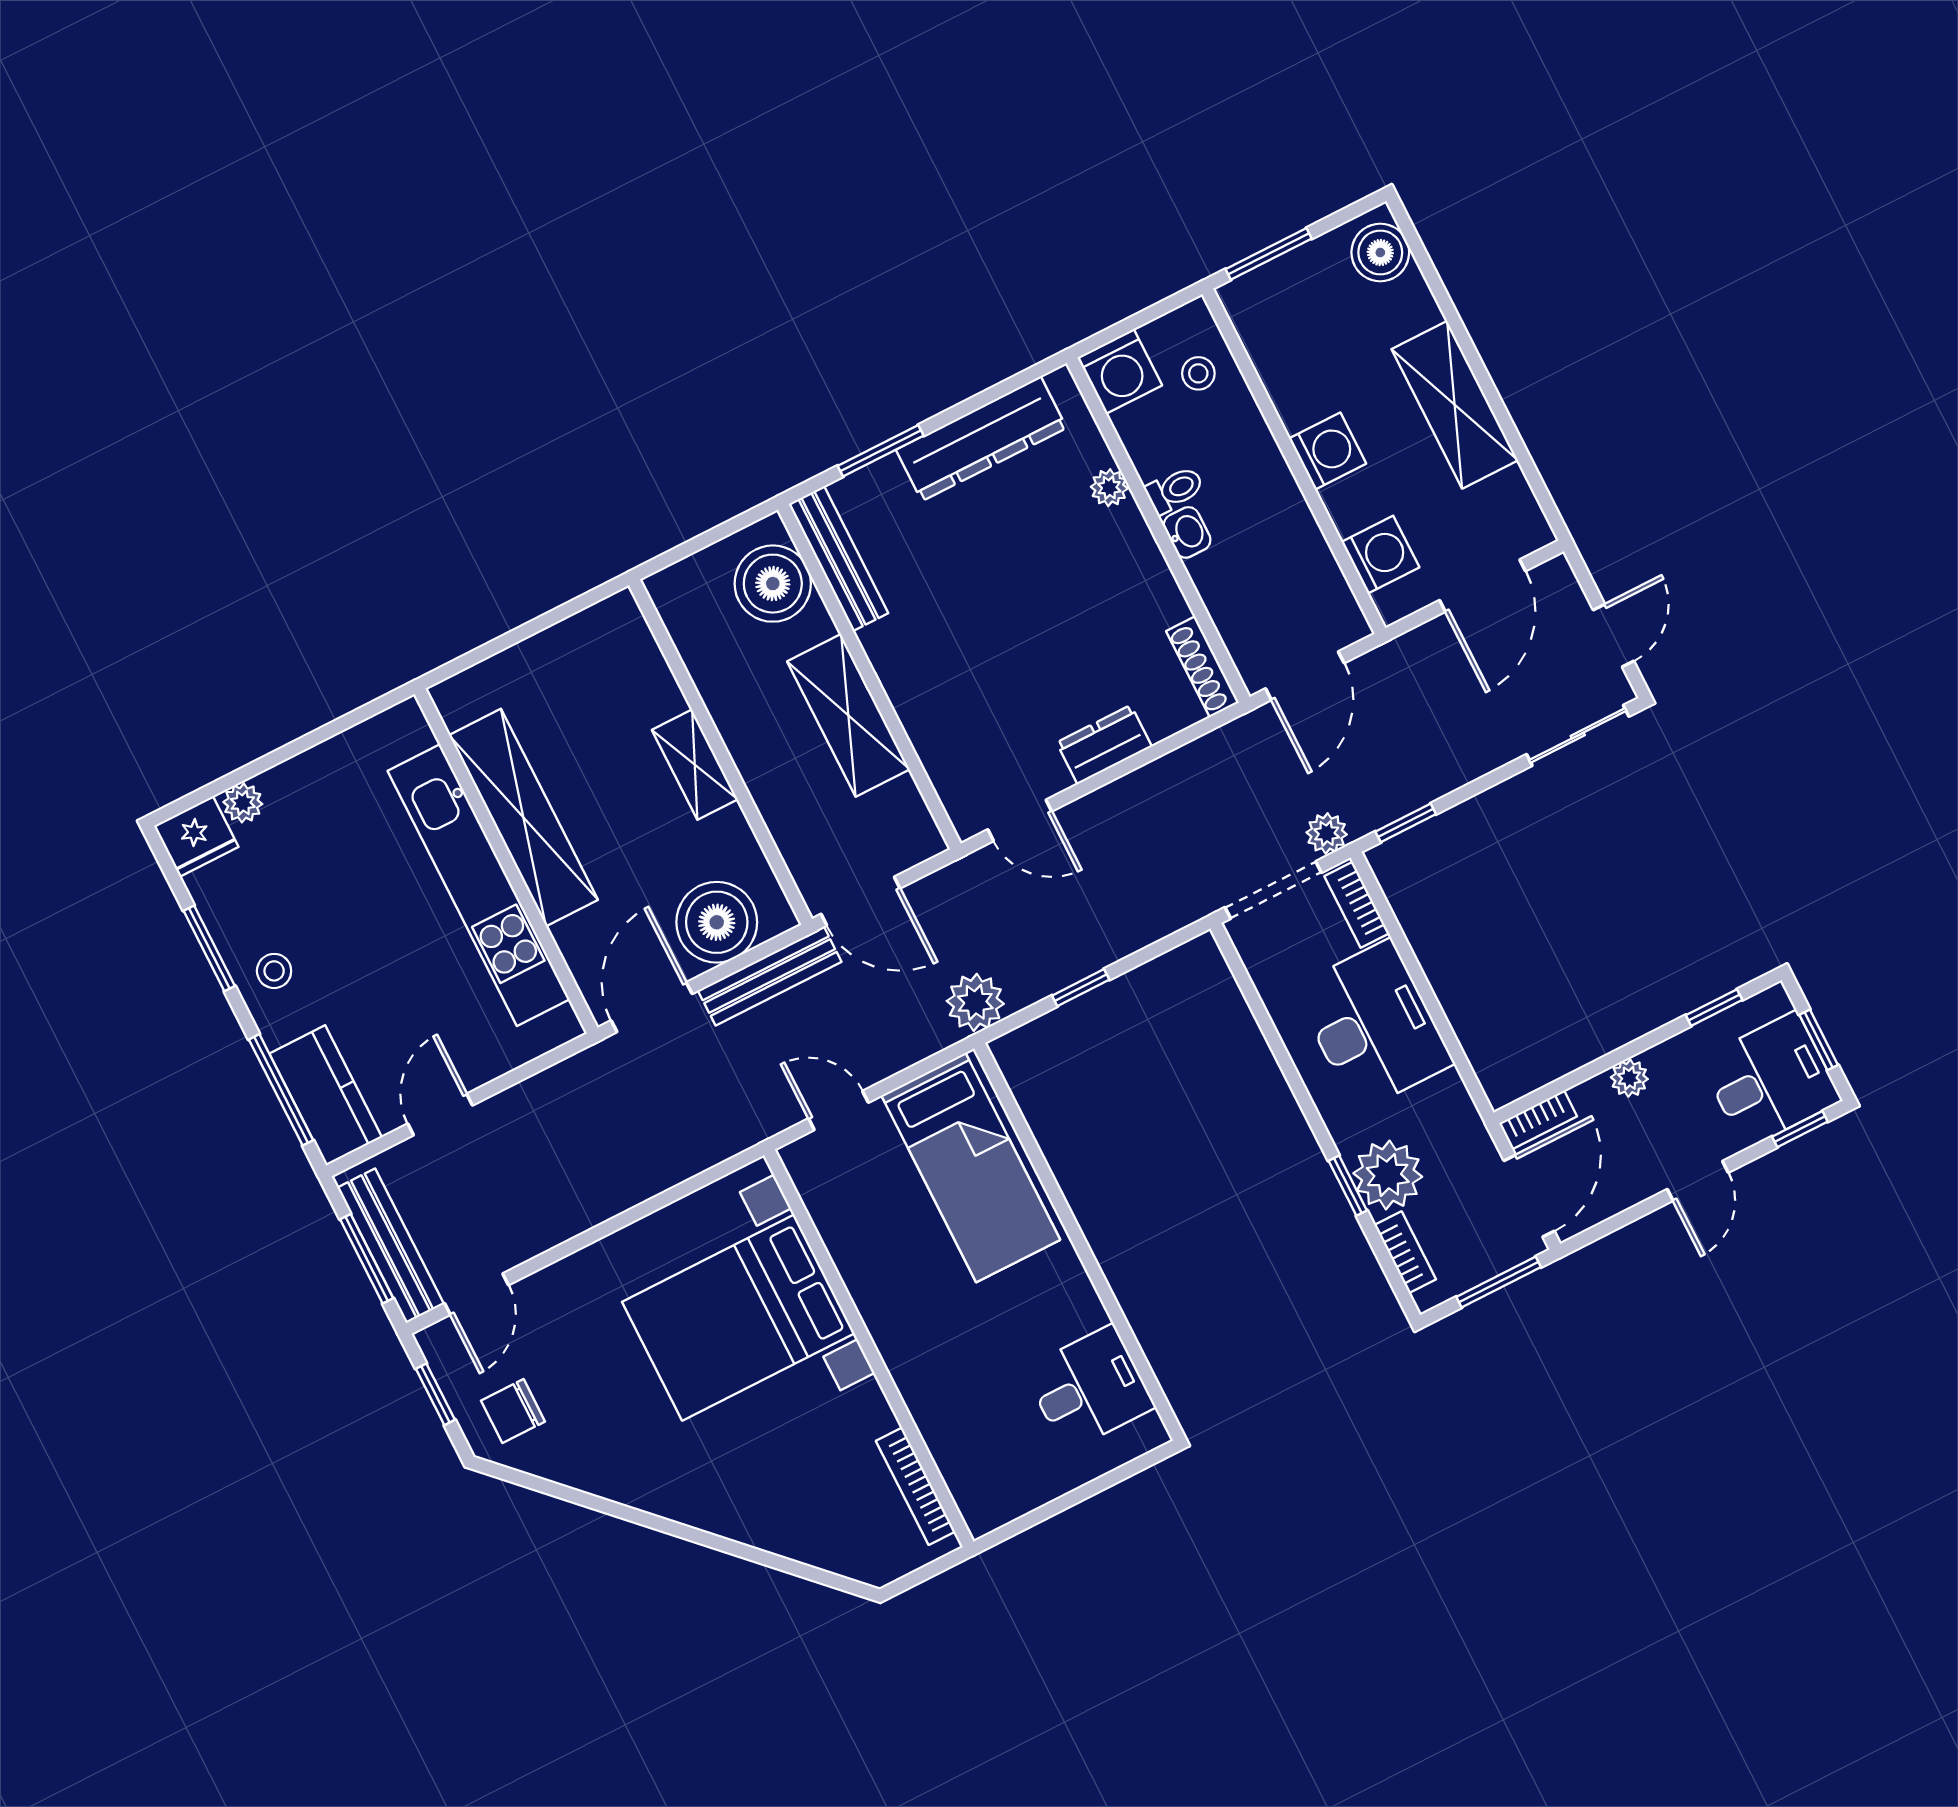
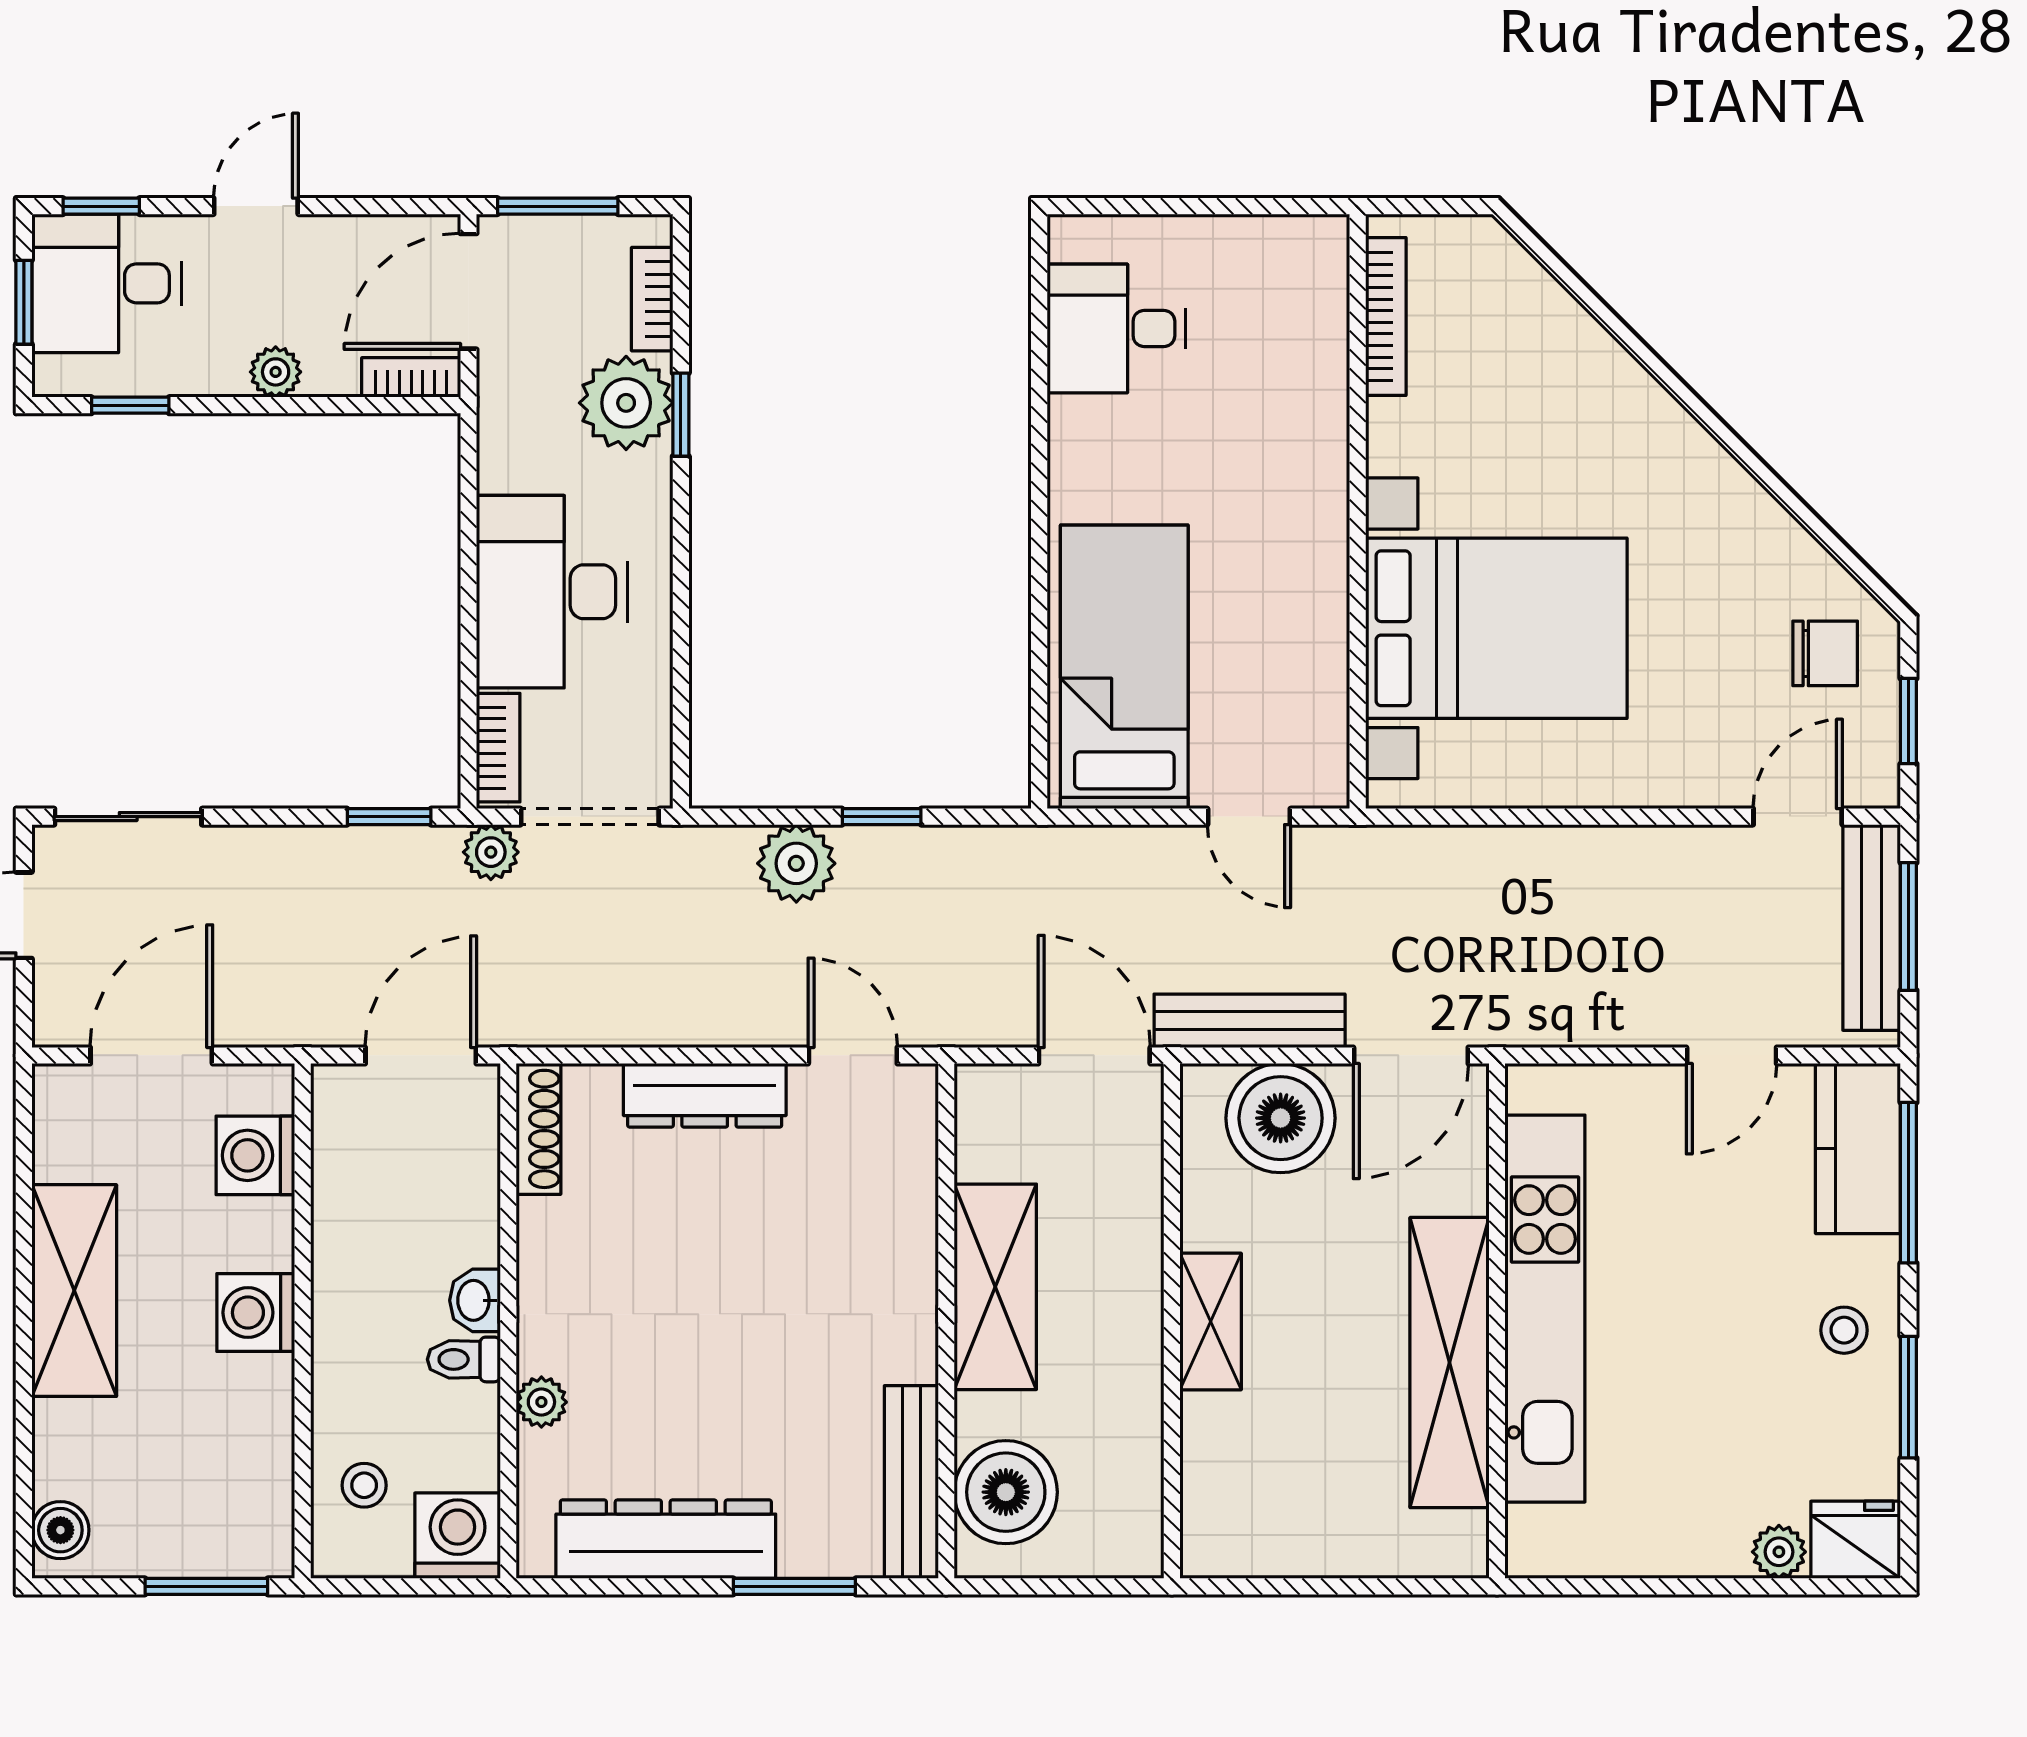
boiler: (1380, 252) -> (60, 1530), width x0.73, depth x0.73
dresser: (1104, 745) -> (705, 1095), width x1.44
plant: (975, 1002) -> (796, 863), moved

